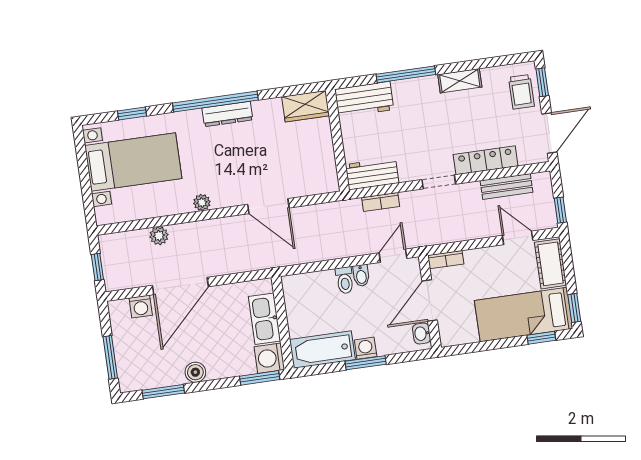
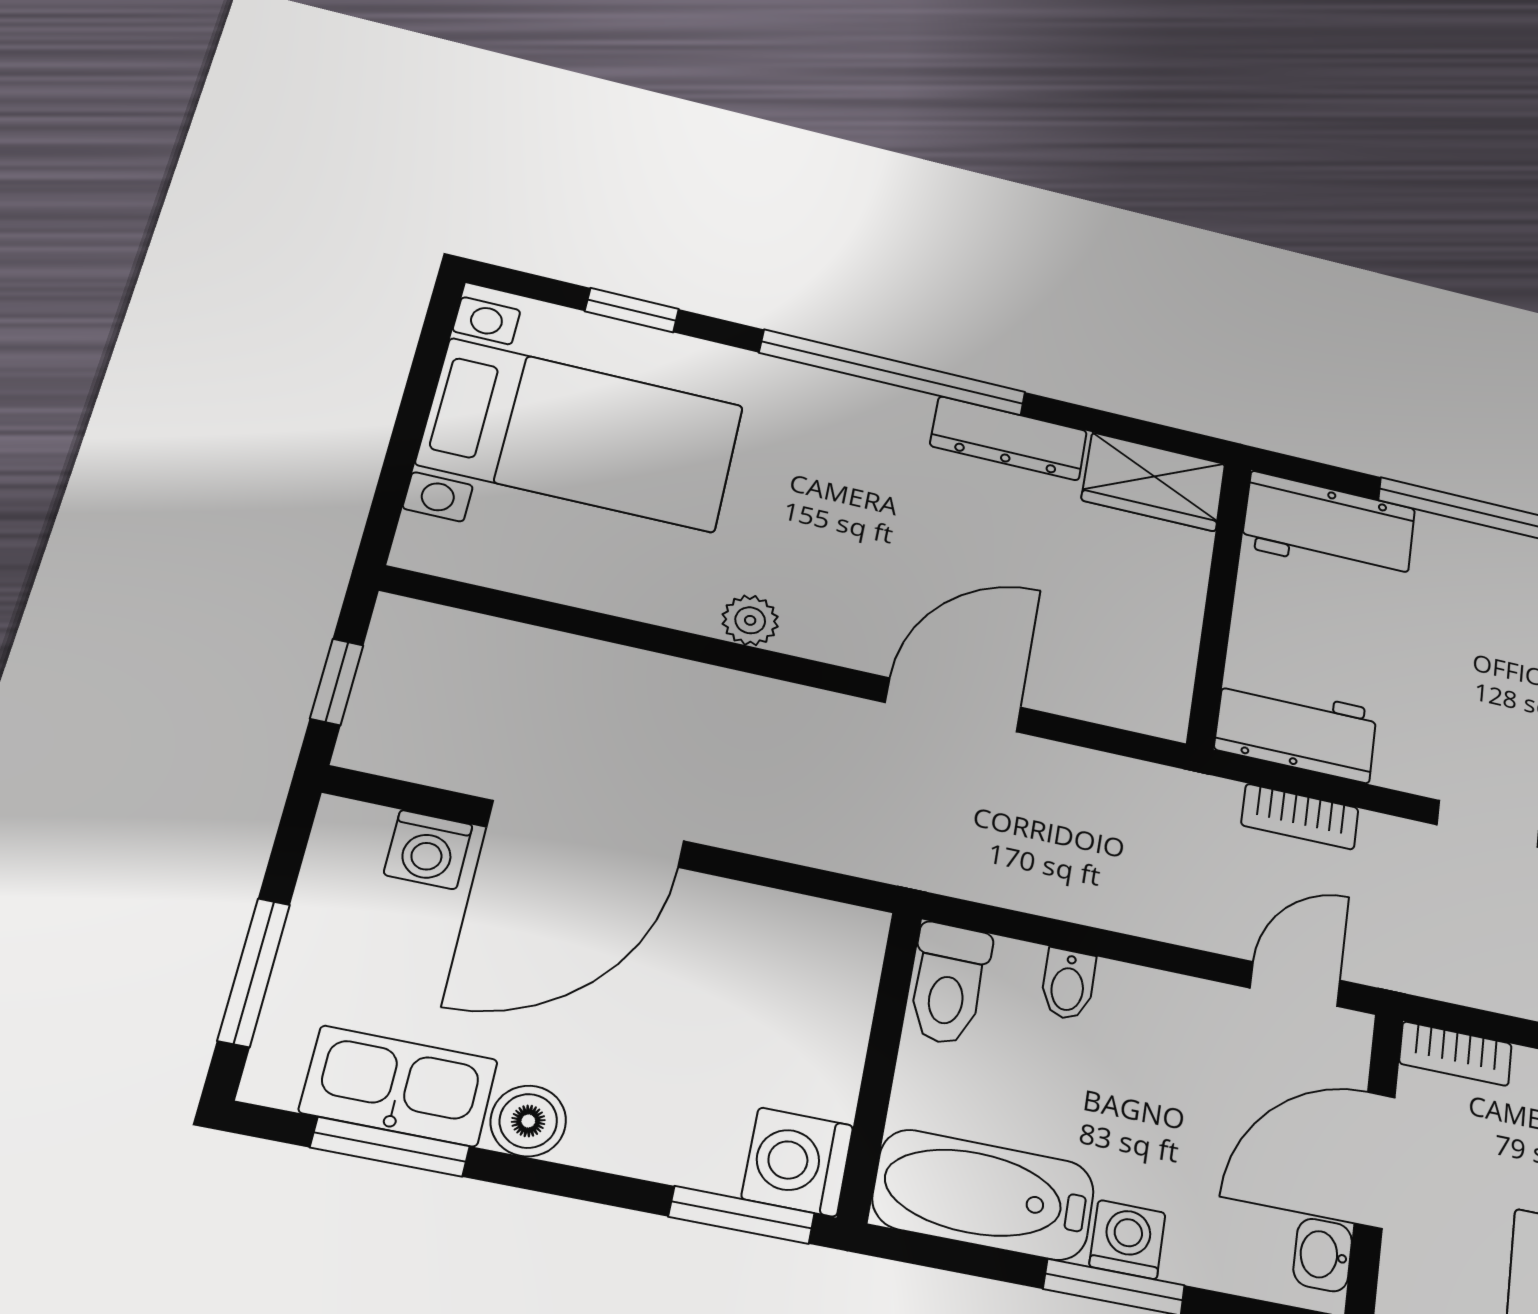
dresser: (227, 114) -> (1009, 438), moved
door: (268, 206) -> (953, 705), swing flipped
plant: (159, 236) -> (577, 664), removed
bidet: (361, 275) -> (1068, 984), moved
toilet: (345, 280) -> (948, 984), moved, width x1.37, depth x1.39
kitchen sink: (265, 319) -> (399, 1086), moved, turned 90

